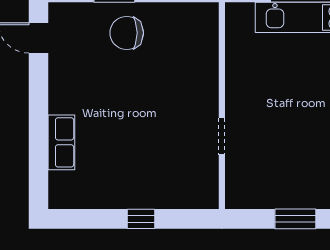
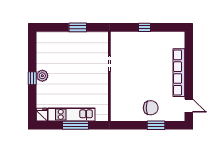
row of seats: (61, 142) -> (179, 73), width x2.02

